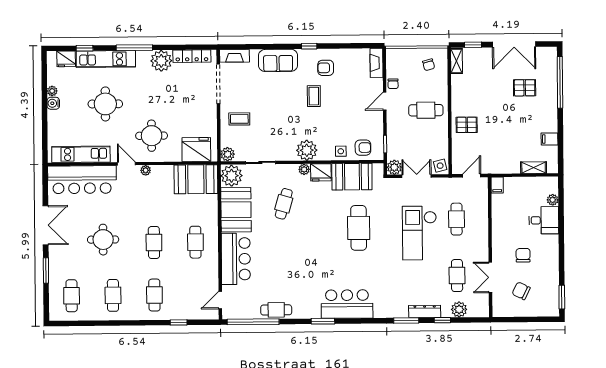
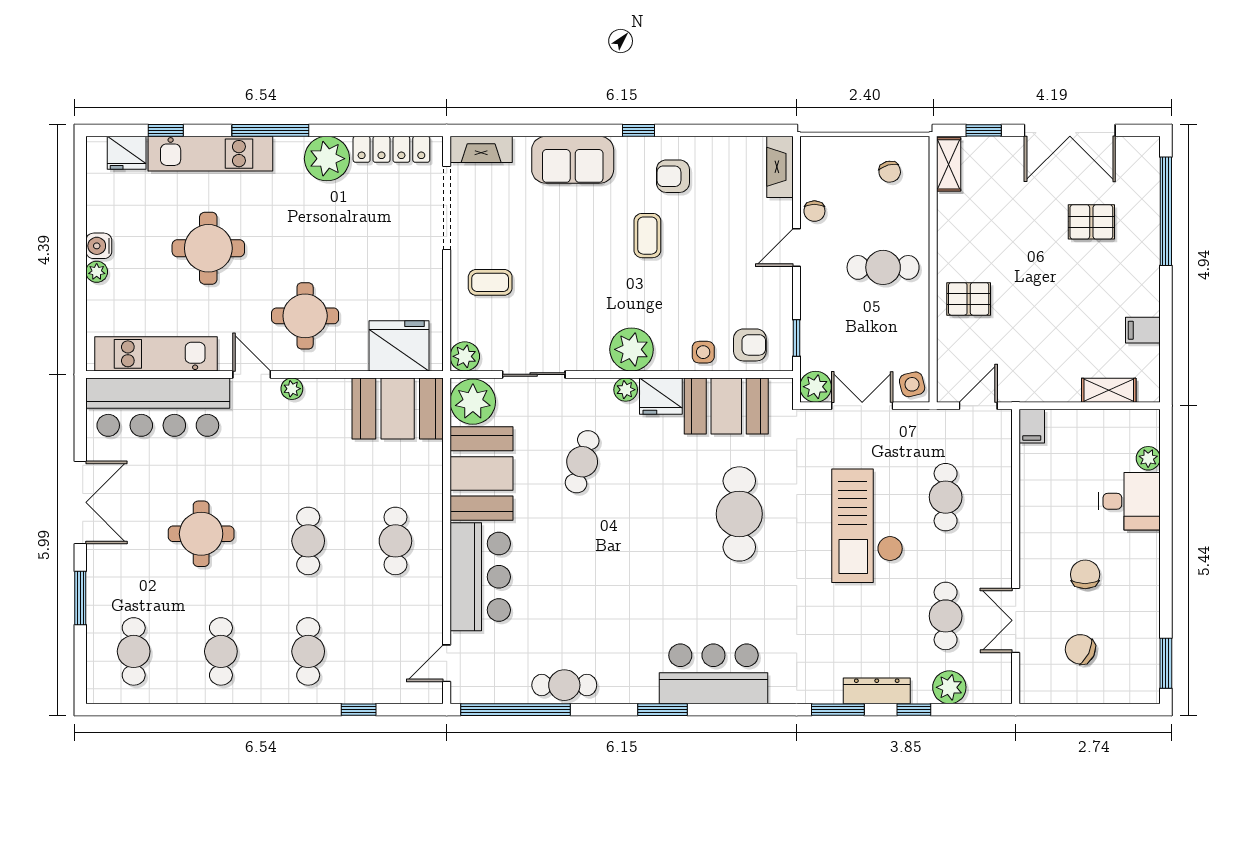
plant: (52, 91) -> (97, 272), moved

